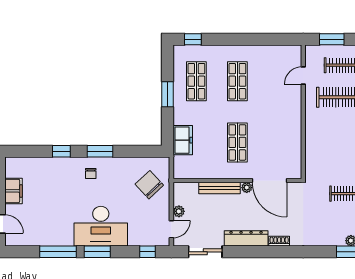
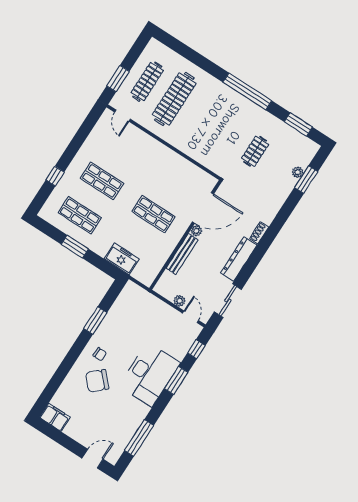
window: (193, 39) -> (55, 176), moved
door: (303, 76) -> (122, 116), moved
window: (61, 151) -> (65, 367), removed
window: (100, 151) -> (95, 321), moved
chair: (149, 185) -> (97, 381), moved
filing cabinet: (13, 191) -> (55, 417), moved
window: (58, 252) -> (139, 438), moved
window: (97, 252) -> (176, 380), moved

